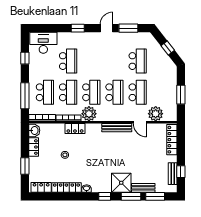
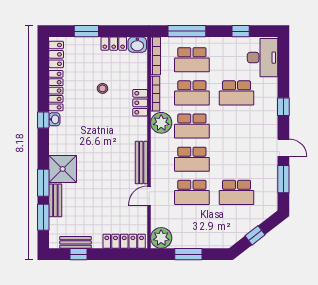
plant: (156, 114) -> (161, 238), moved
window: (105, 196) -> (43, 120), moved

